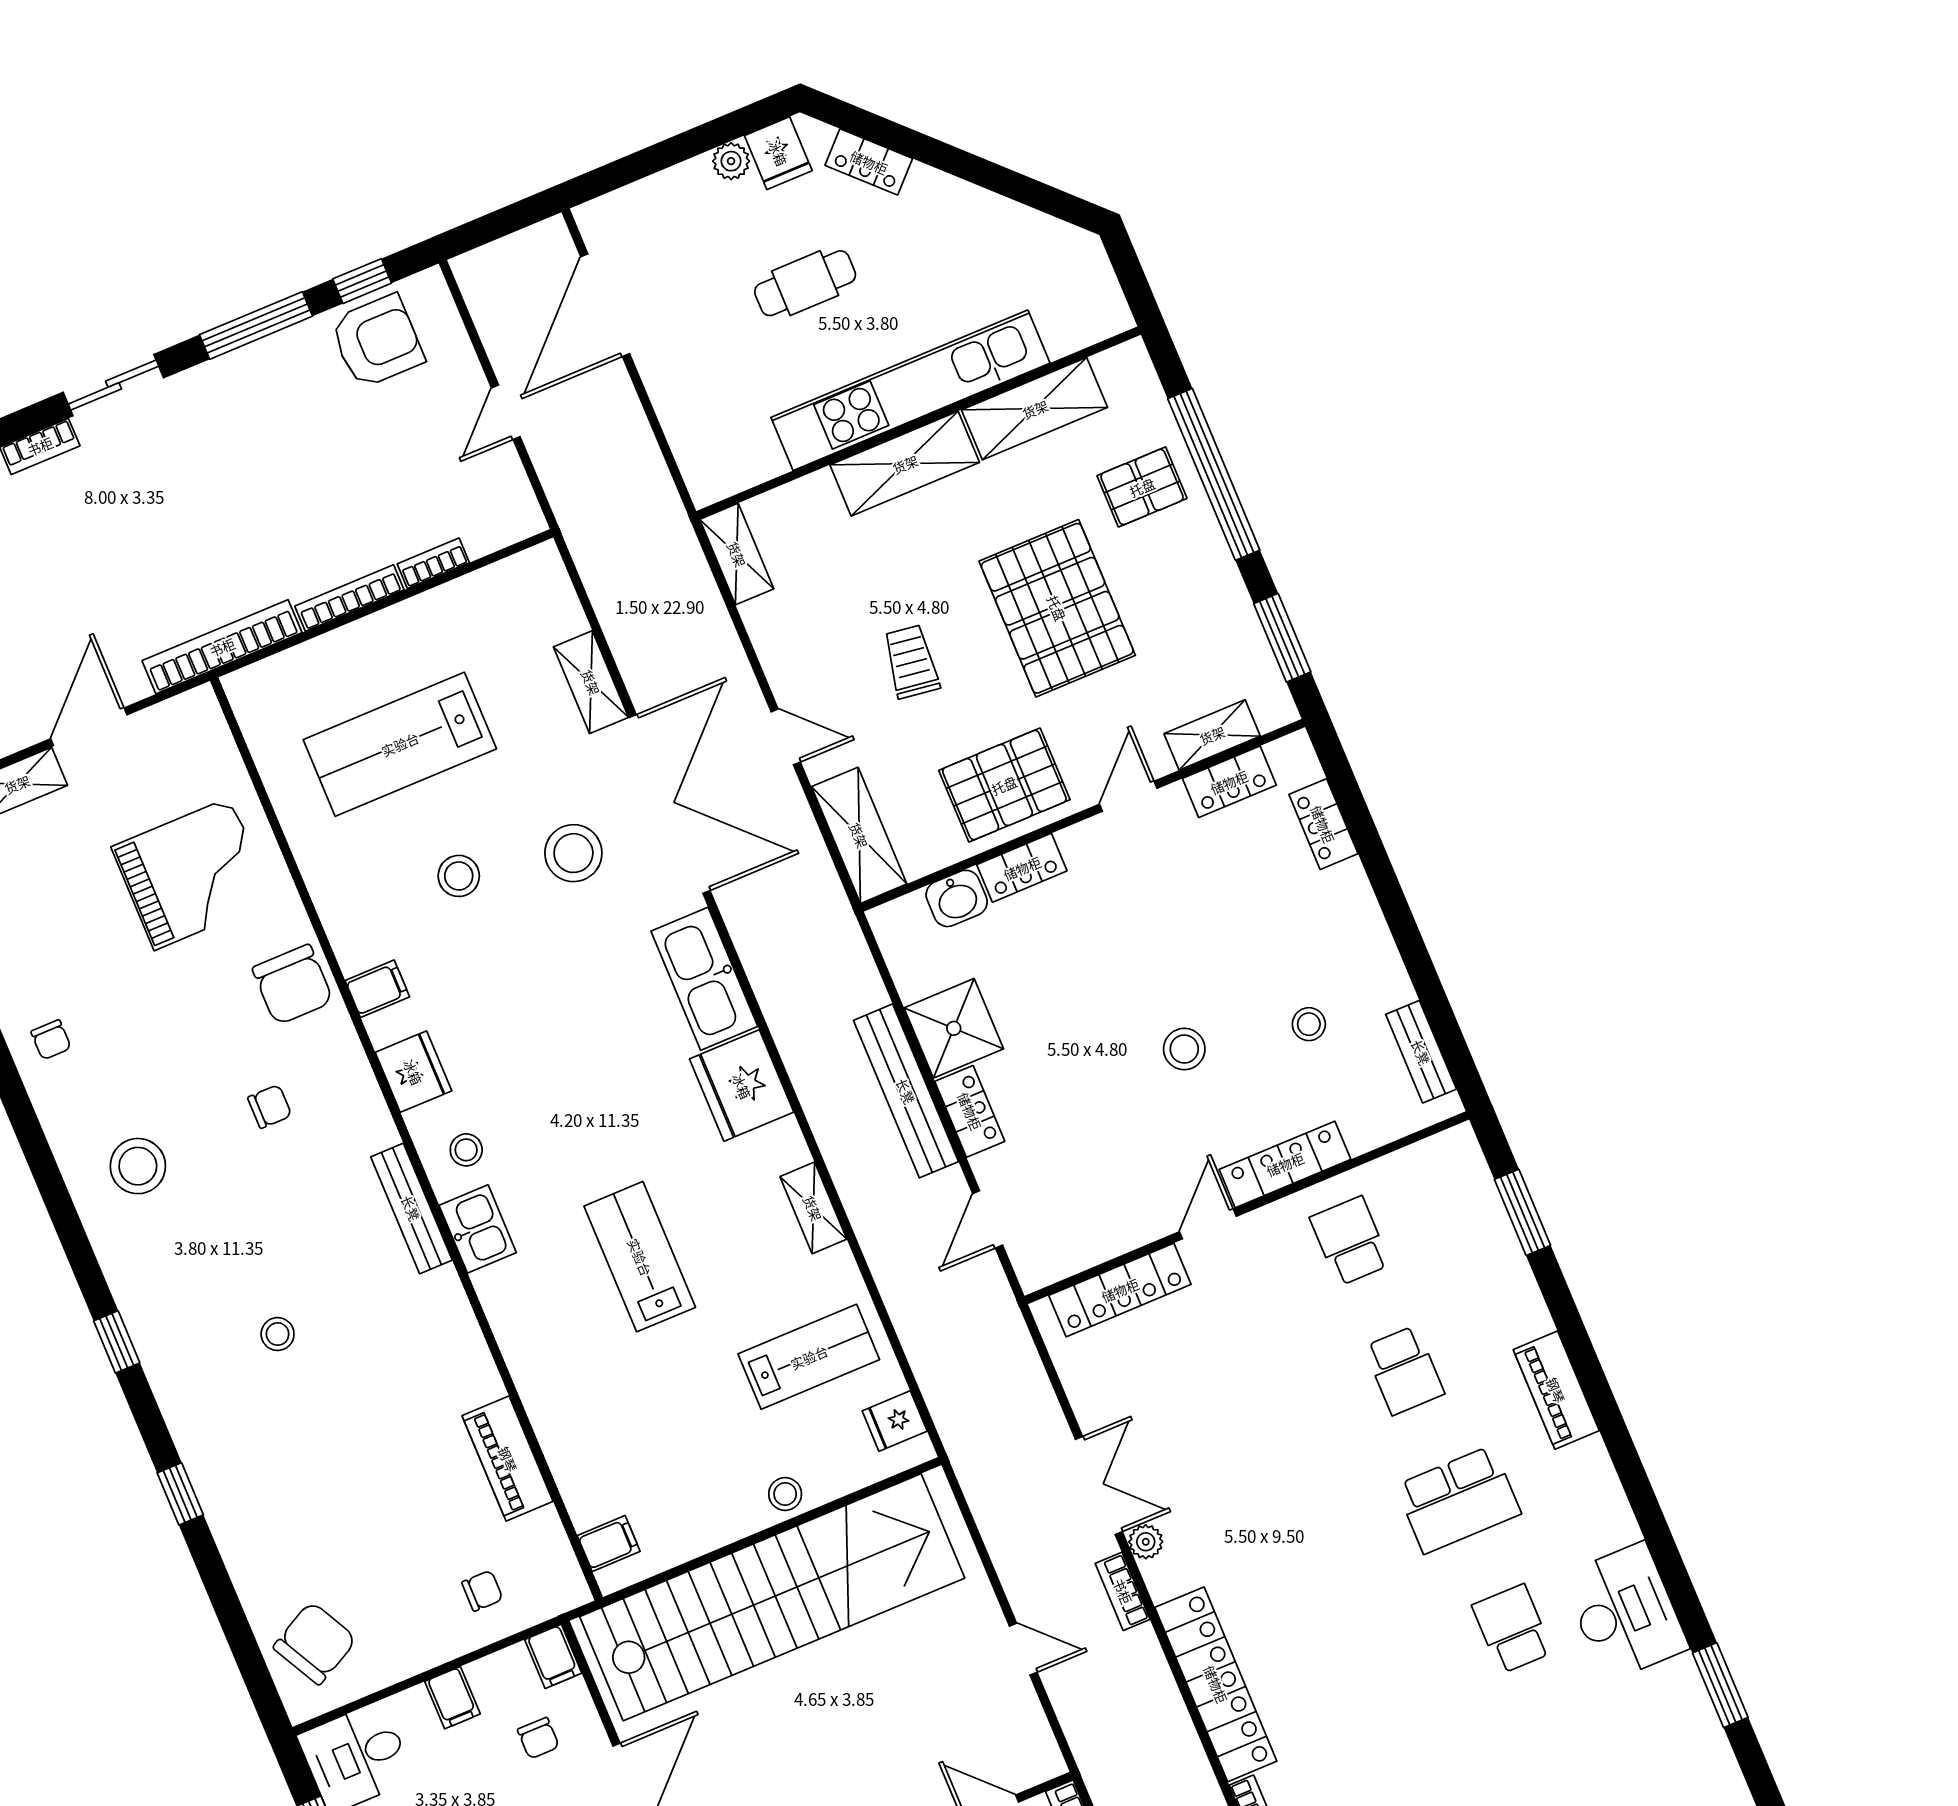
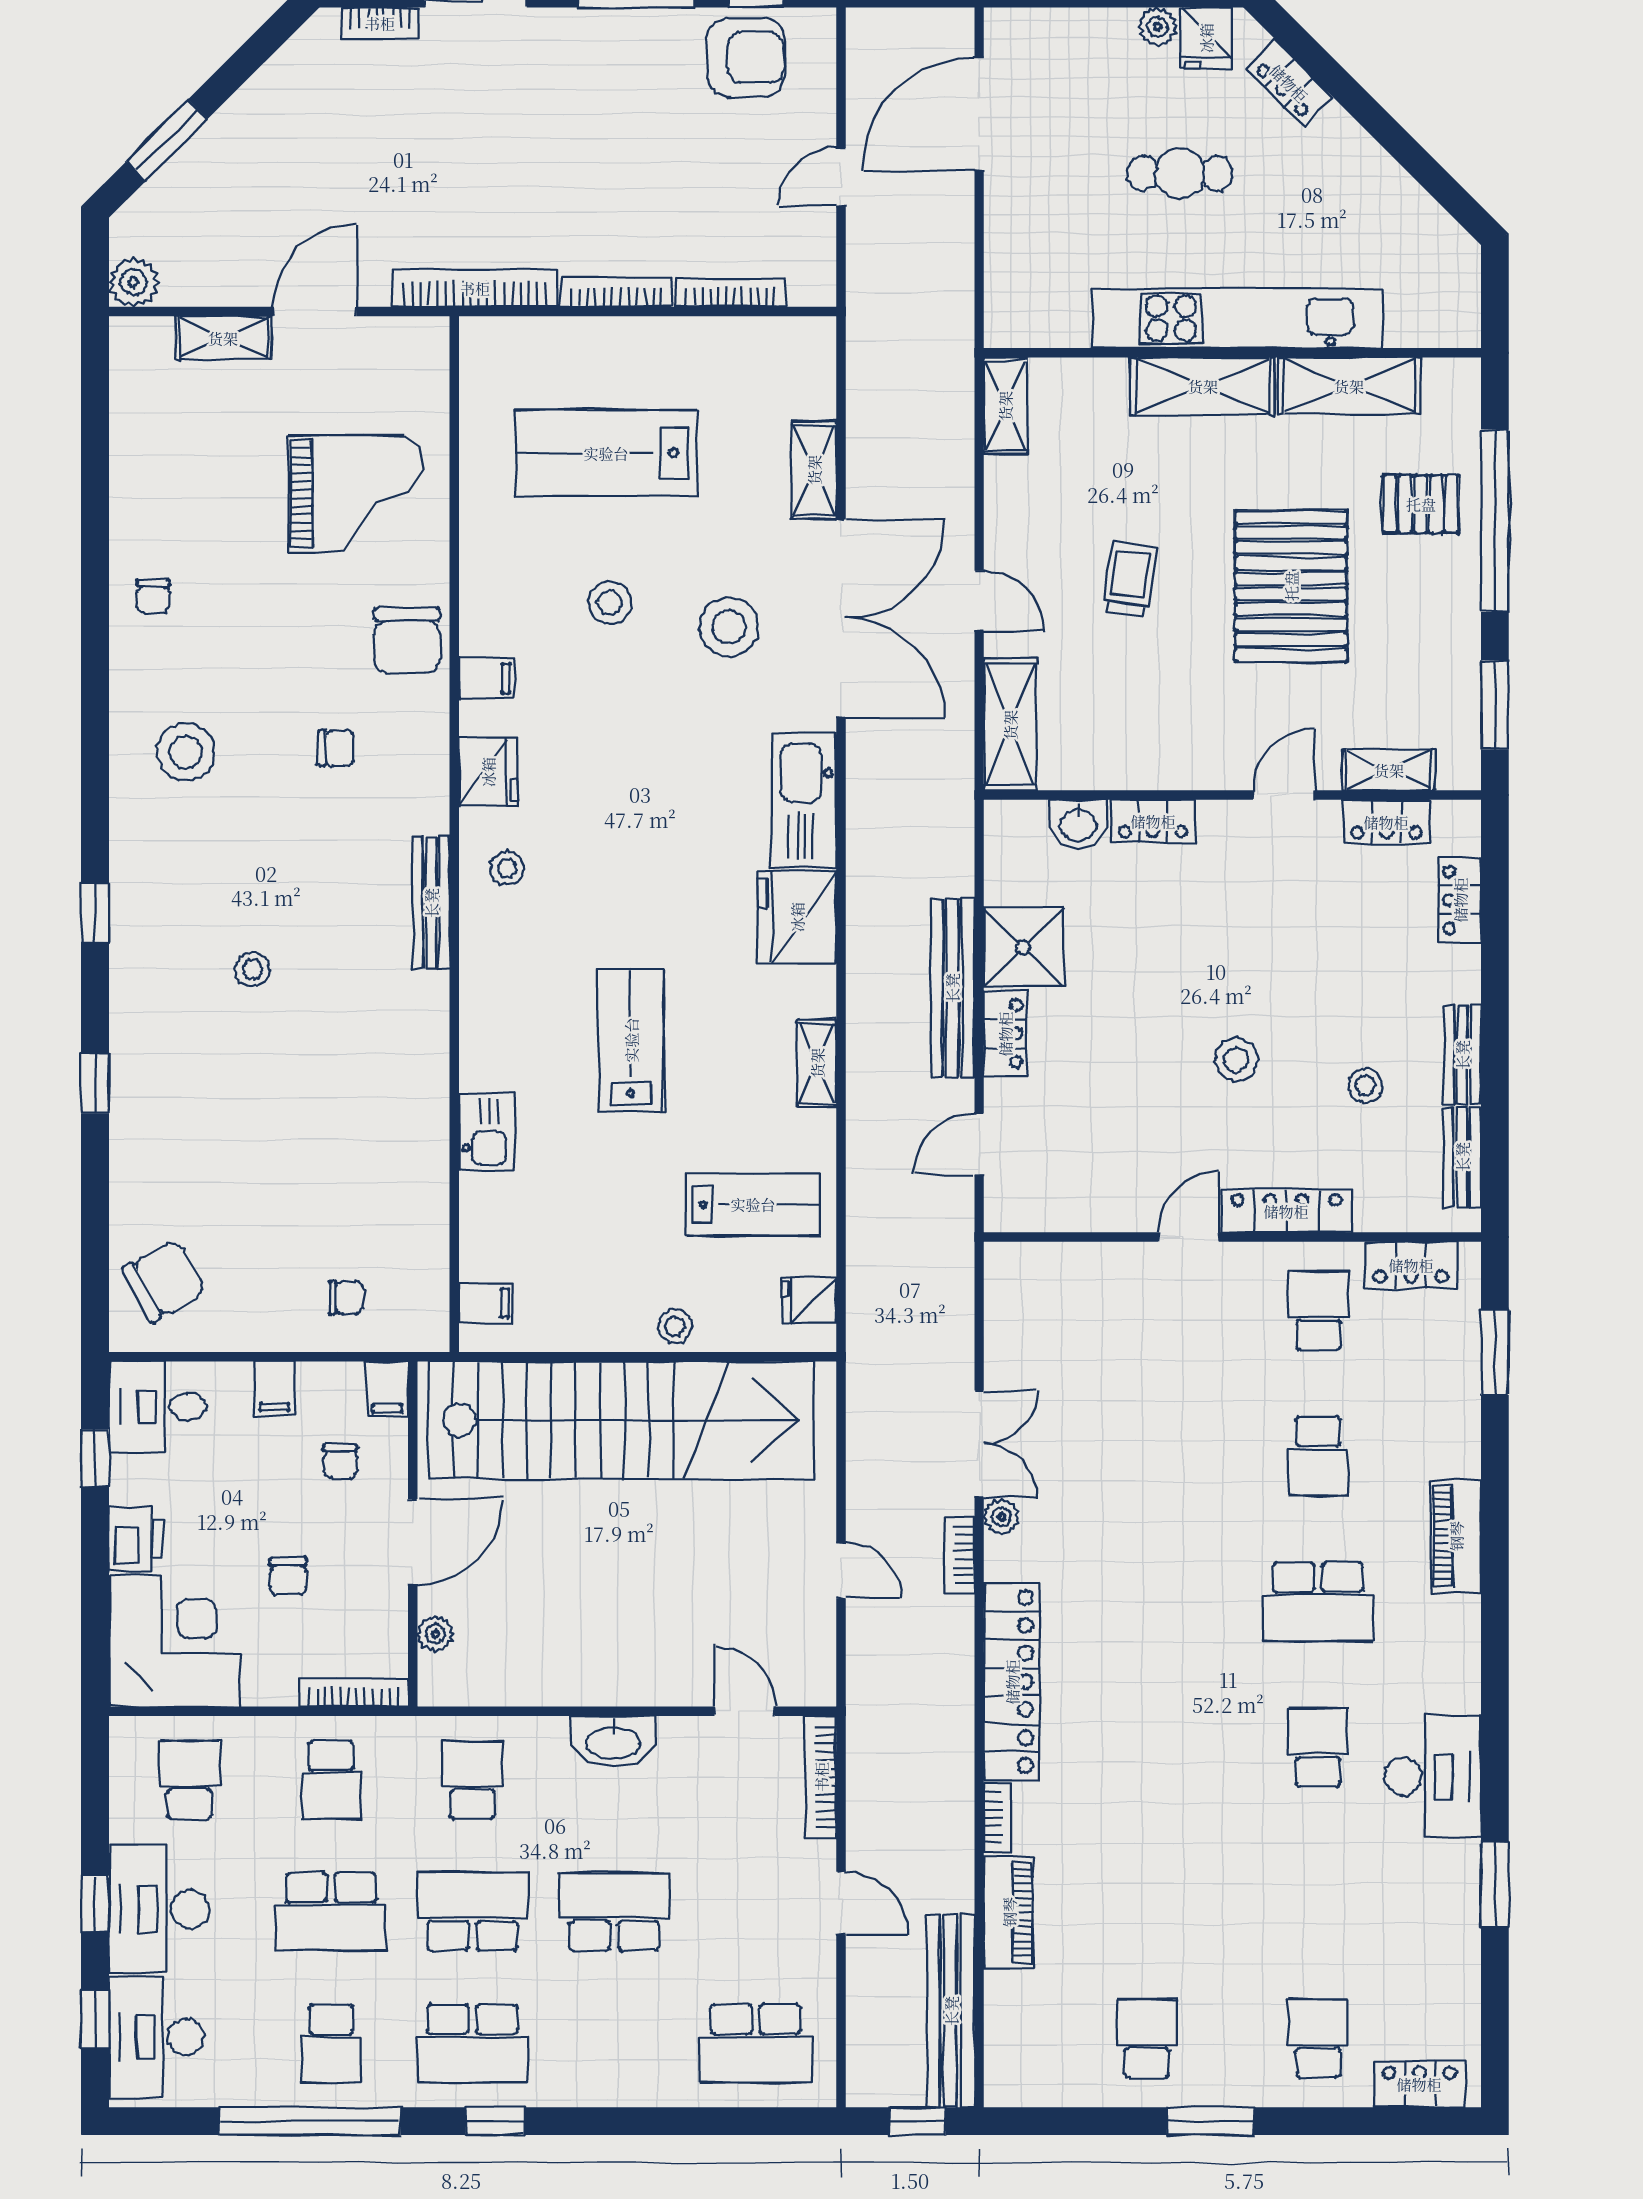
bookcase: (433, 563) -> (730, 293), width x1.56
pallet: (1004, 785) -> (1170, 735), removed
bench: (1383, 960) -> (1462, 1055), added
kitchen sink: (478, 1229) -> (486, 1133), moved
locker: (1120, 1290) -> (1411, 1265), moved, width x0.66
piano: (508, 1459) -> (423, 1181), removed

